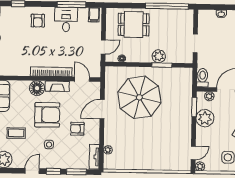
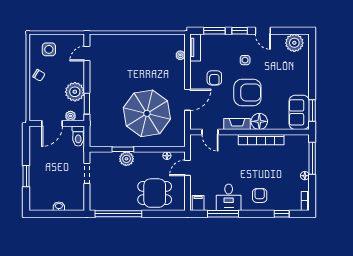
bookcase: (51, 72) -> (261, 140), moved
armchair: (47, 115) -> (247, 92), turned 180
armchair: (77, 129) -> (214, 78), turned 90
coffee table: (16, 133) -> (281, 72), removed
plant: (200, 166) -> (79, 39), removed
door: (32, 171) -> (263, 31), hinge flipped

